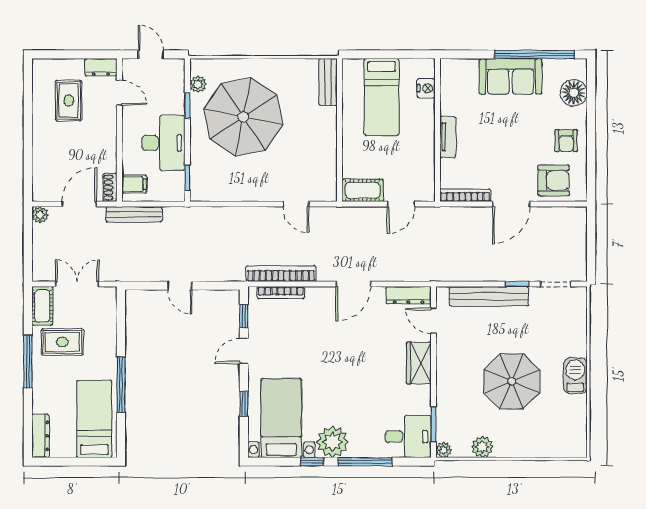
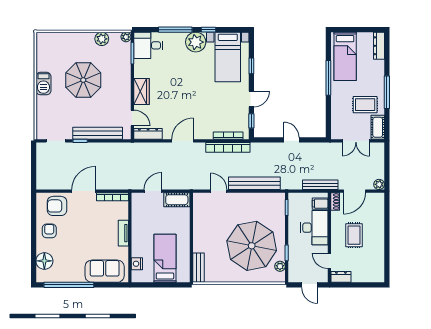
sofa: (511, 76) -> (105, 271), moved
rug: (69, 101) -> (354, 235), moved
desk: (163, 143) -> (314, 228), moved, turned 180
bench: (239, 217) -> (254, 183), added

